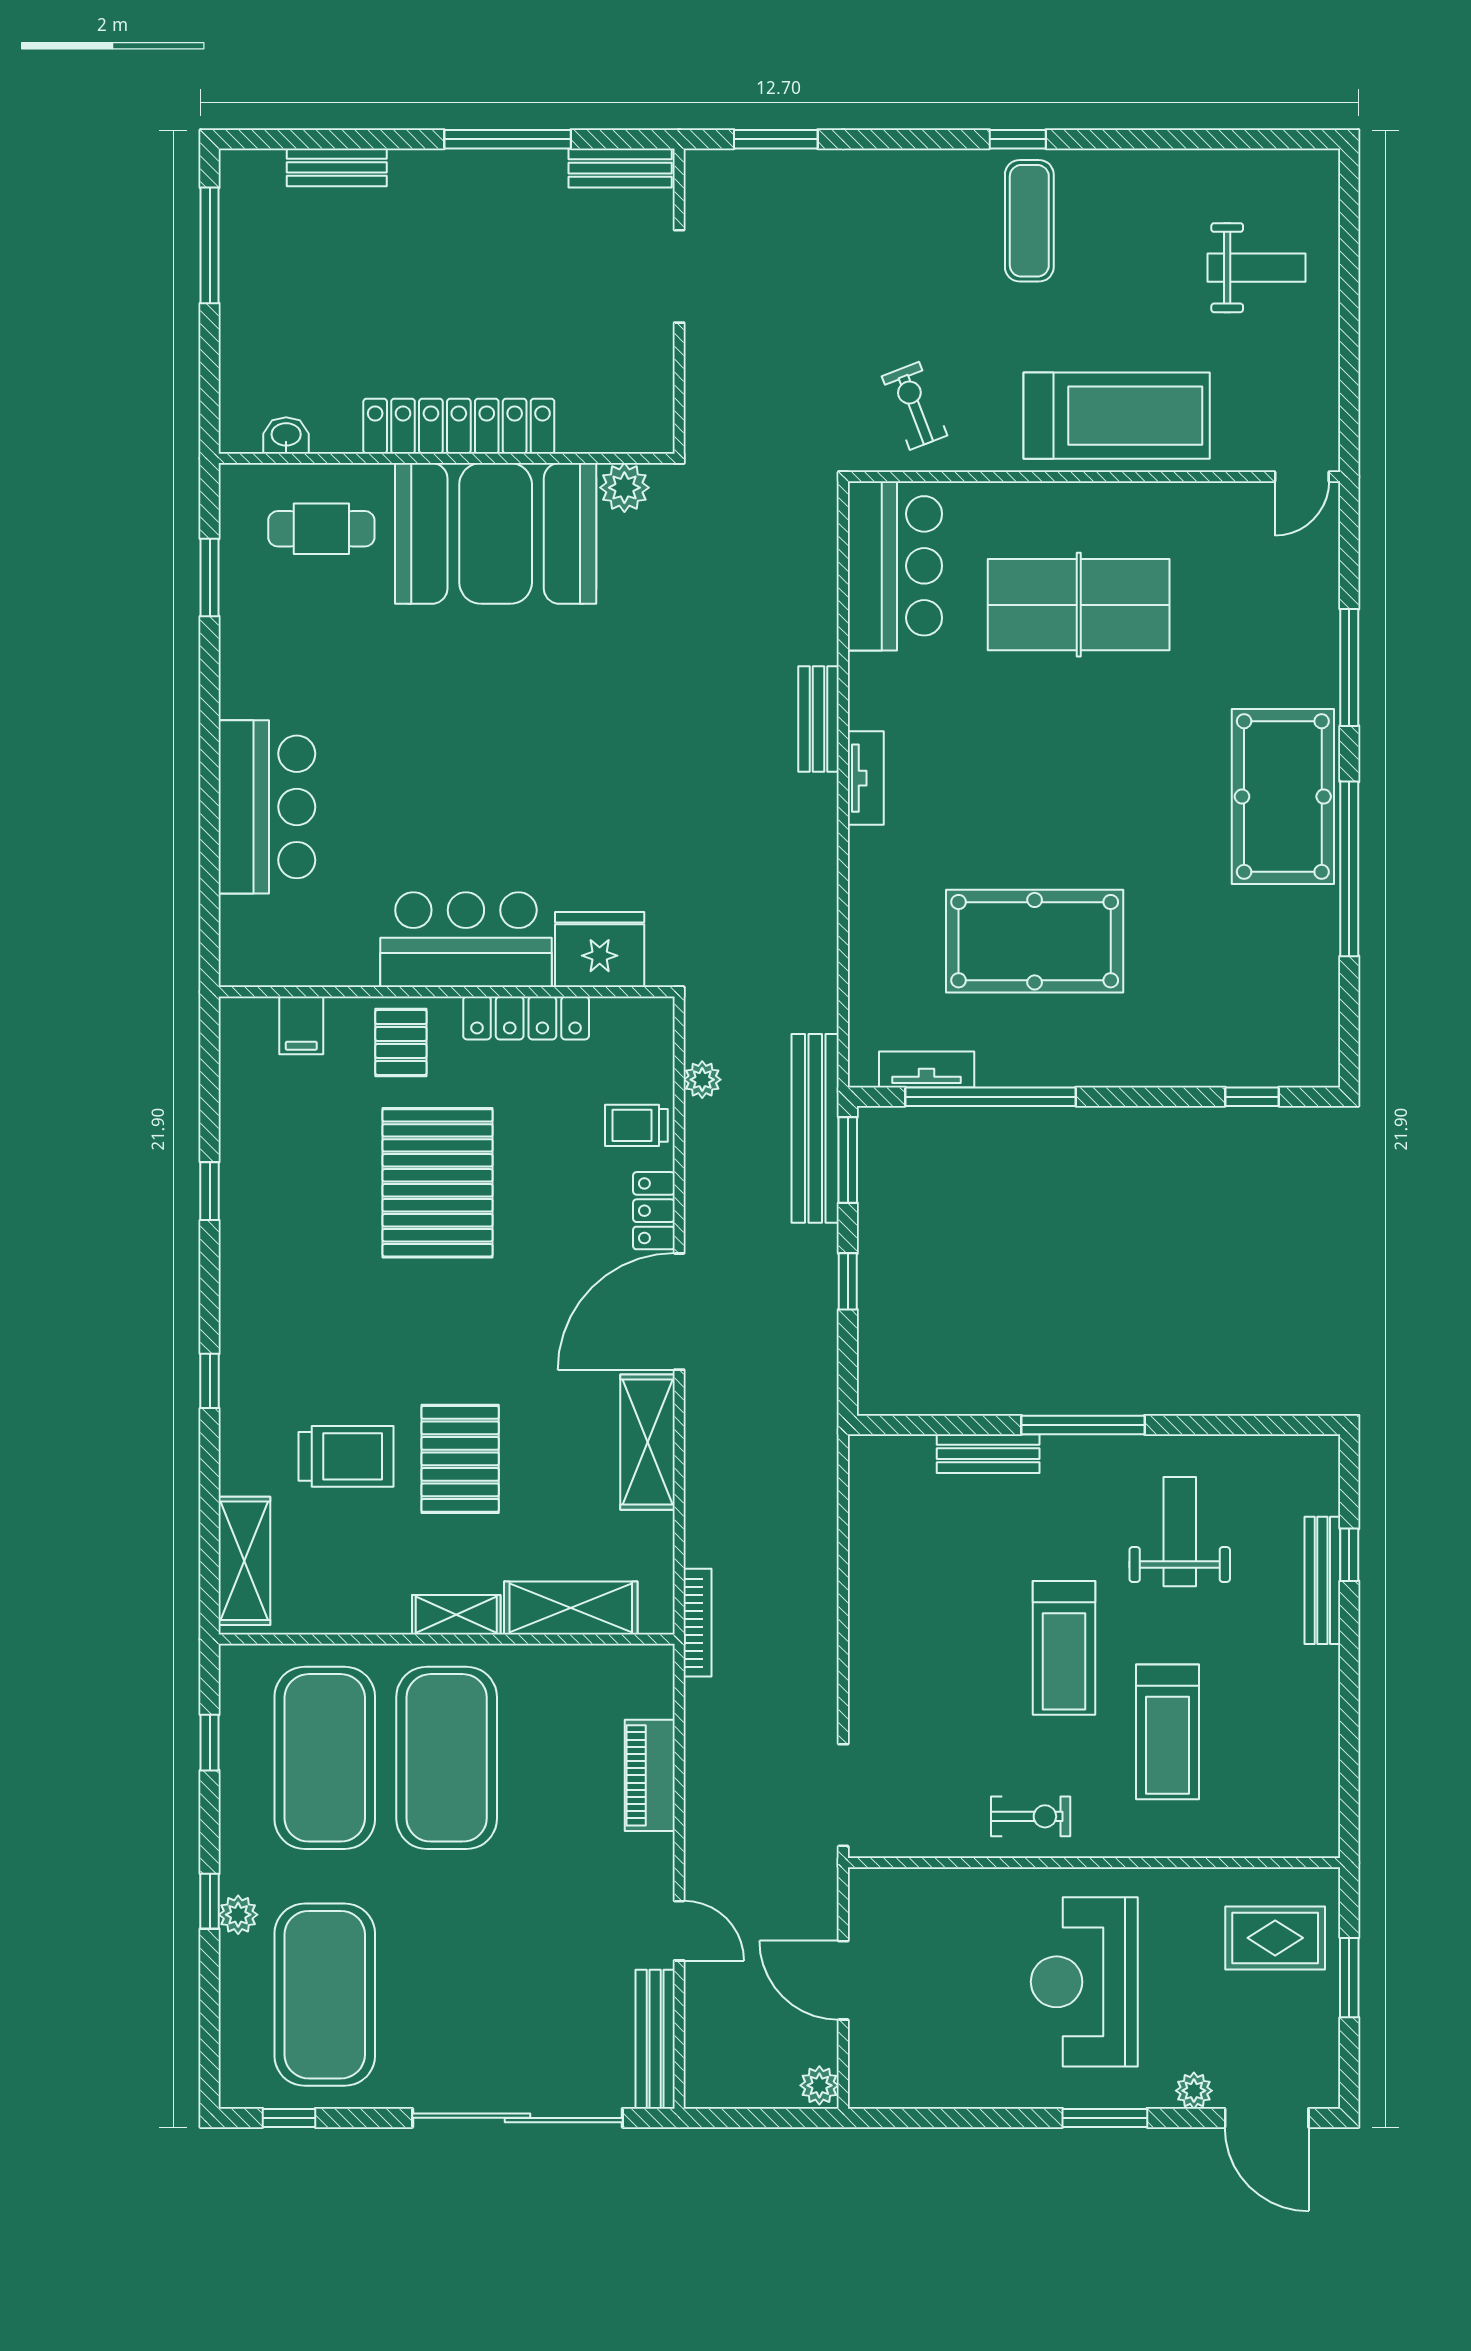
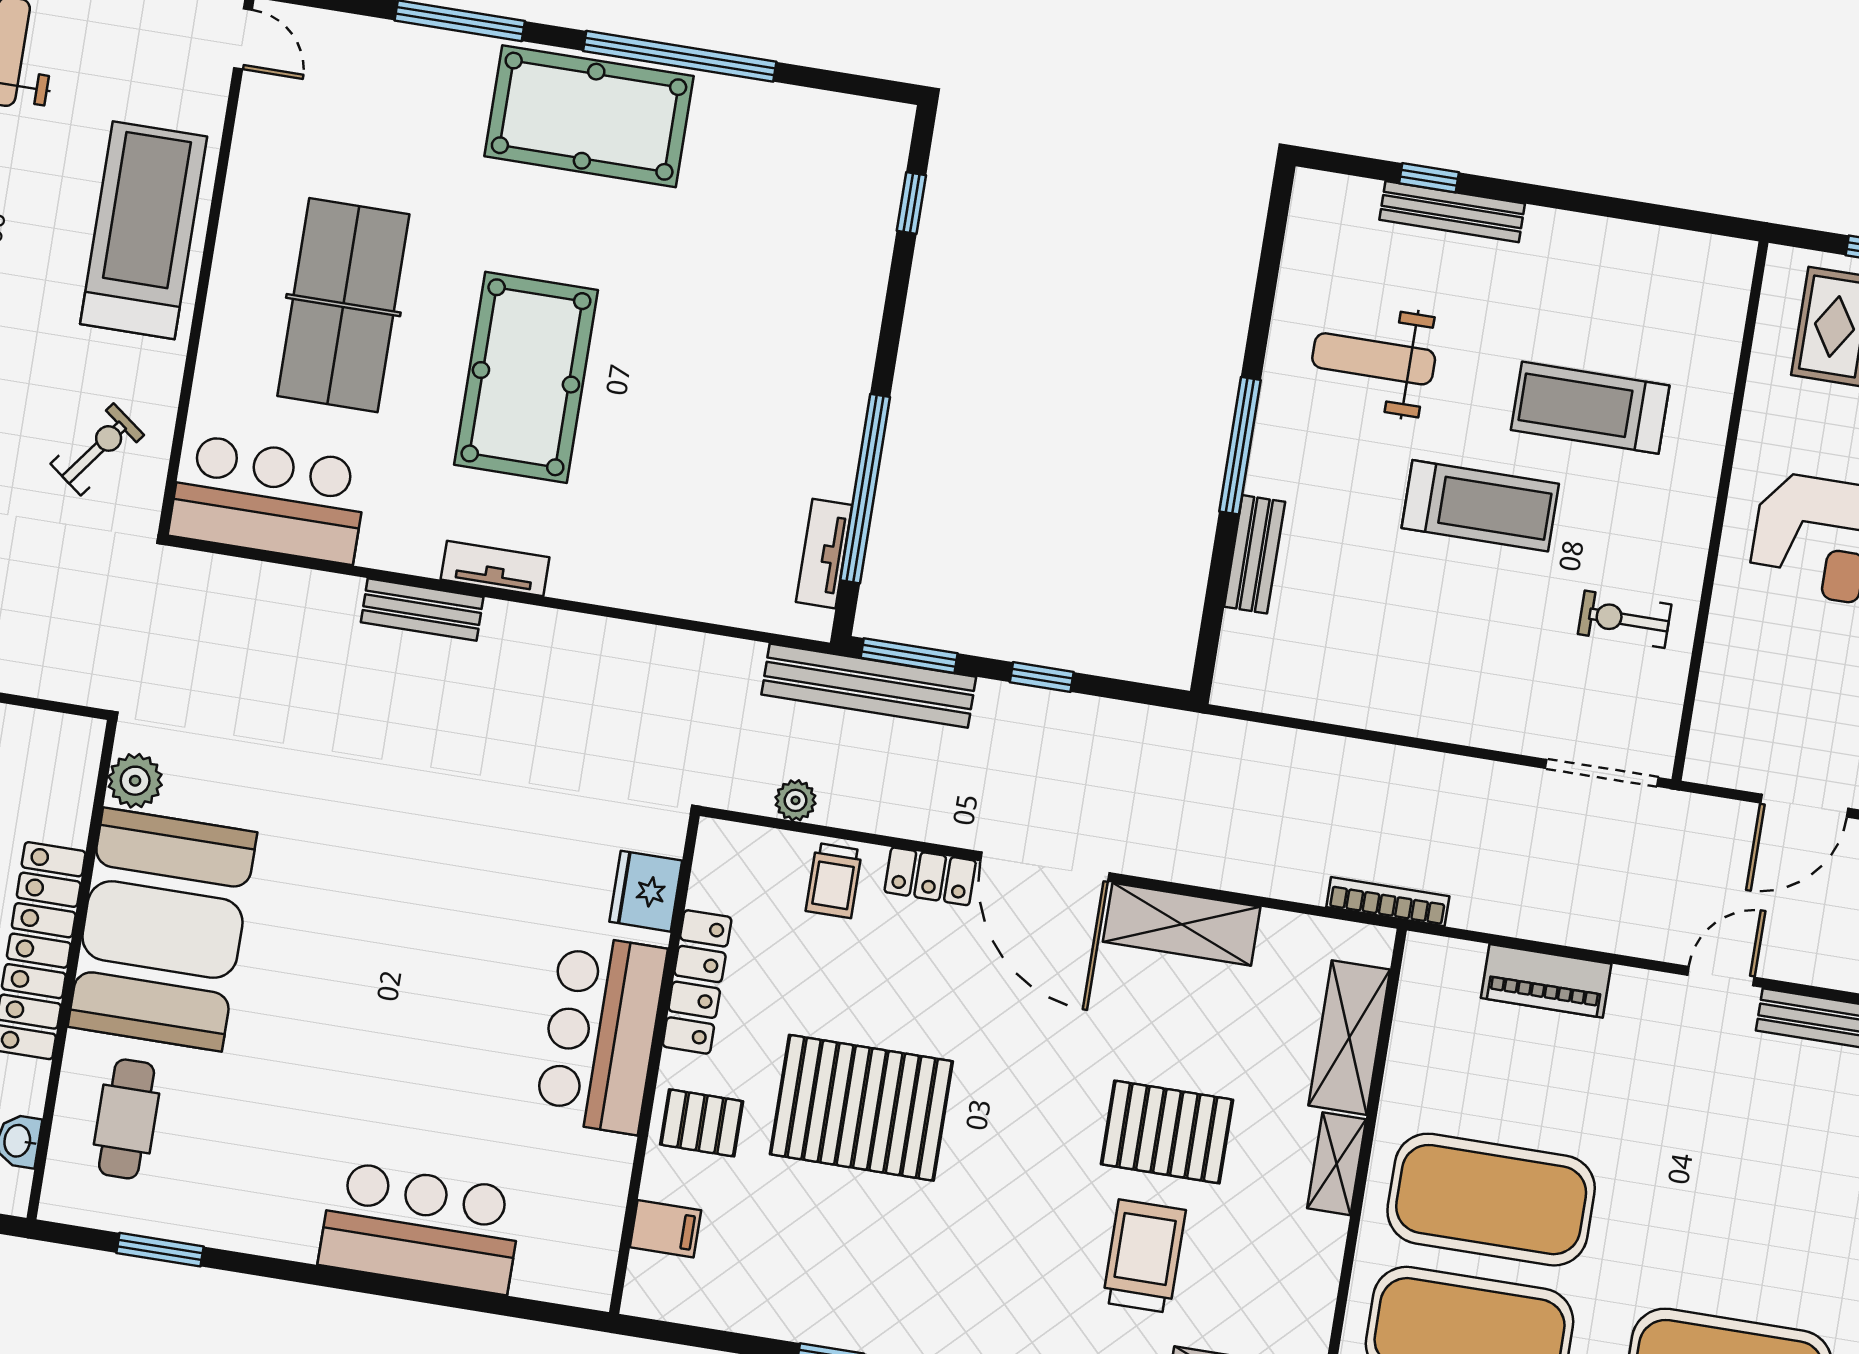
exercise bike: (914, 406) -> (97, 449), turned 148
pool table: (1035, 941) -> (526, 377), moved
fridge: (600, 950) -> (646, 891), width x0.73, depth x0.75
treadmill: (1167, 1732) -> (1590, 408), turned 180
exercise bike: (1031, 1816) -> (1625, 619), moved, turned -90

